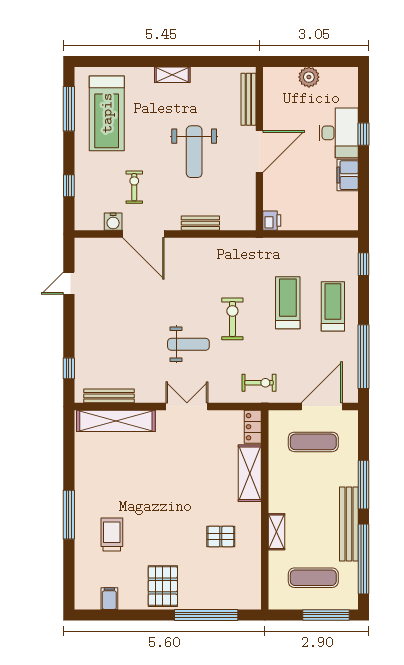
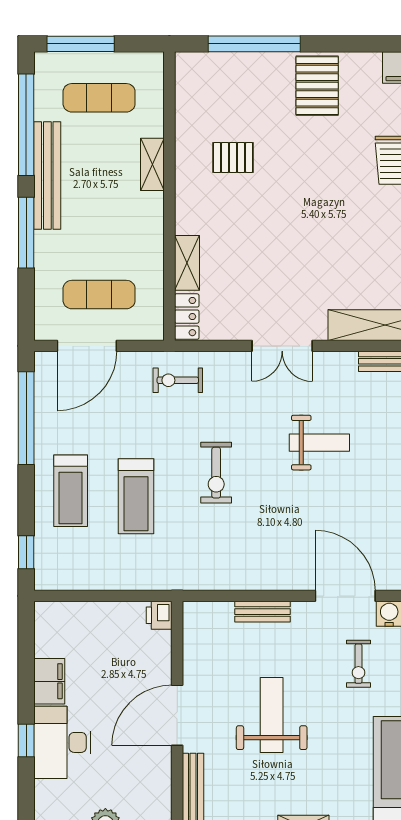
weight bench: (188, 344) -> (319, 443), moved, turned 180
shelving: (250, 473) -> (187, 263), width x0.67, depth x0.75

